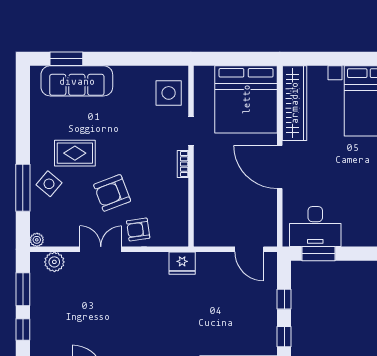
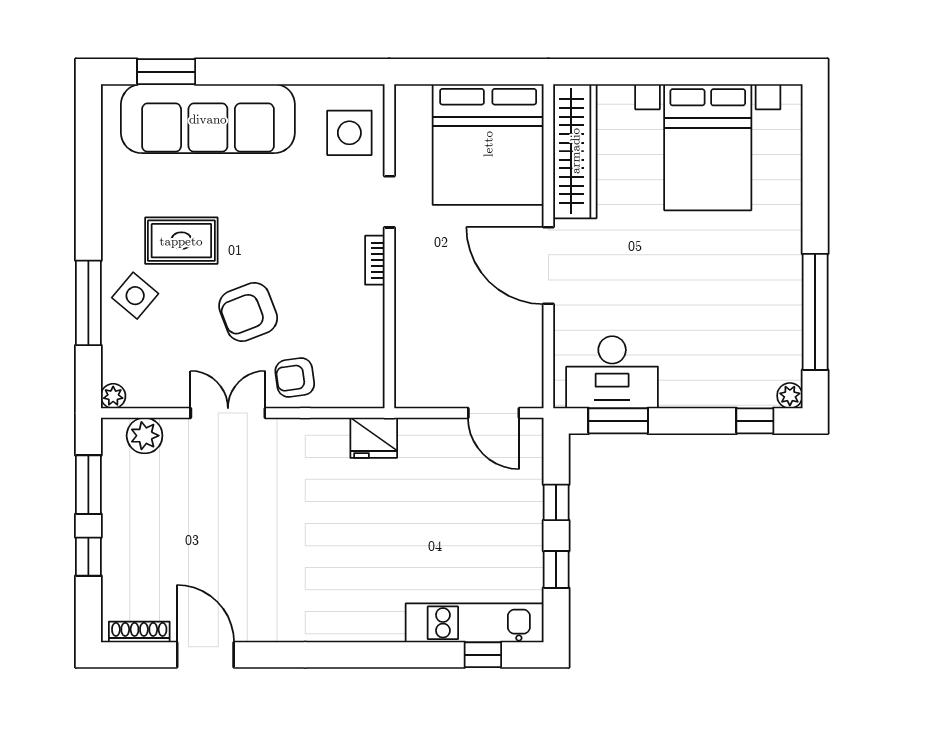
sofa: (77, 81) -> (208, 119), width x1.36, depth x1.27

